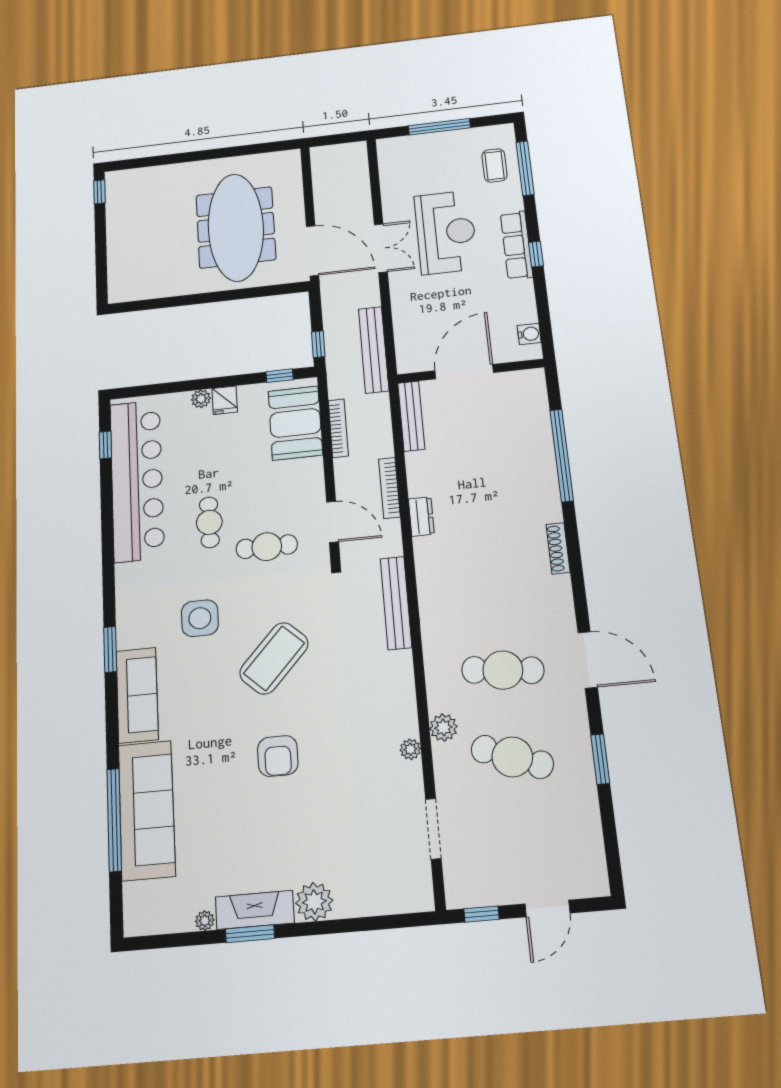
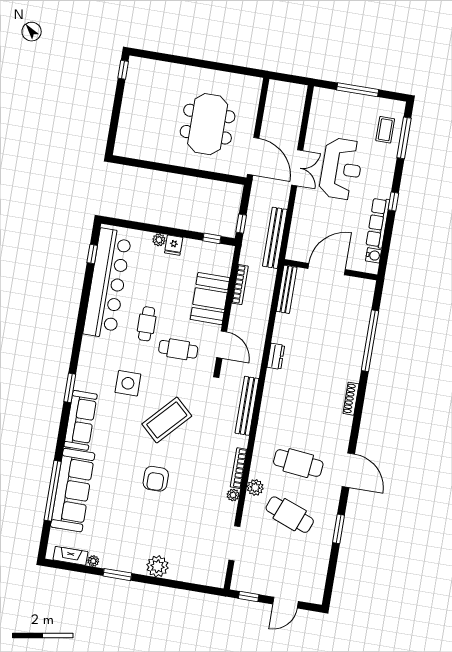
meeting table: (236, 227) -> (208, 124), width x0.73
row of seats: (517, 245) -> (378, 223), moved
booth: (295, 423) -> (210, 299), moved
bookcase: (389, 488) -> (239, 468), moved
fireplace: (255, 910) -> (71, 556), moved, width x0.73, depth x0.76

